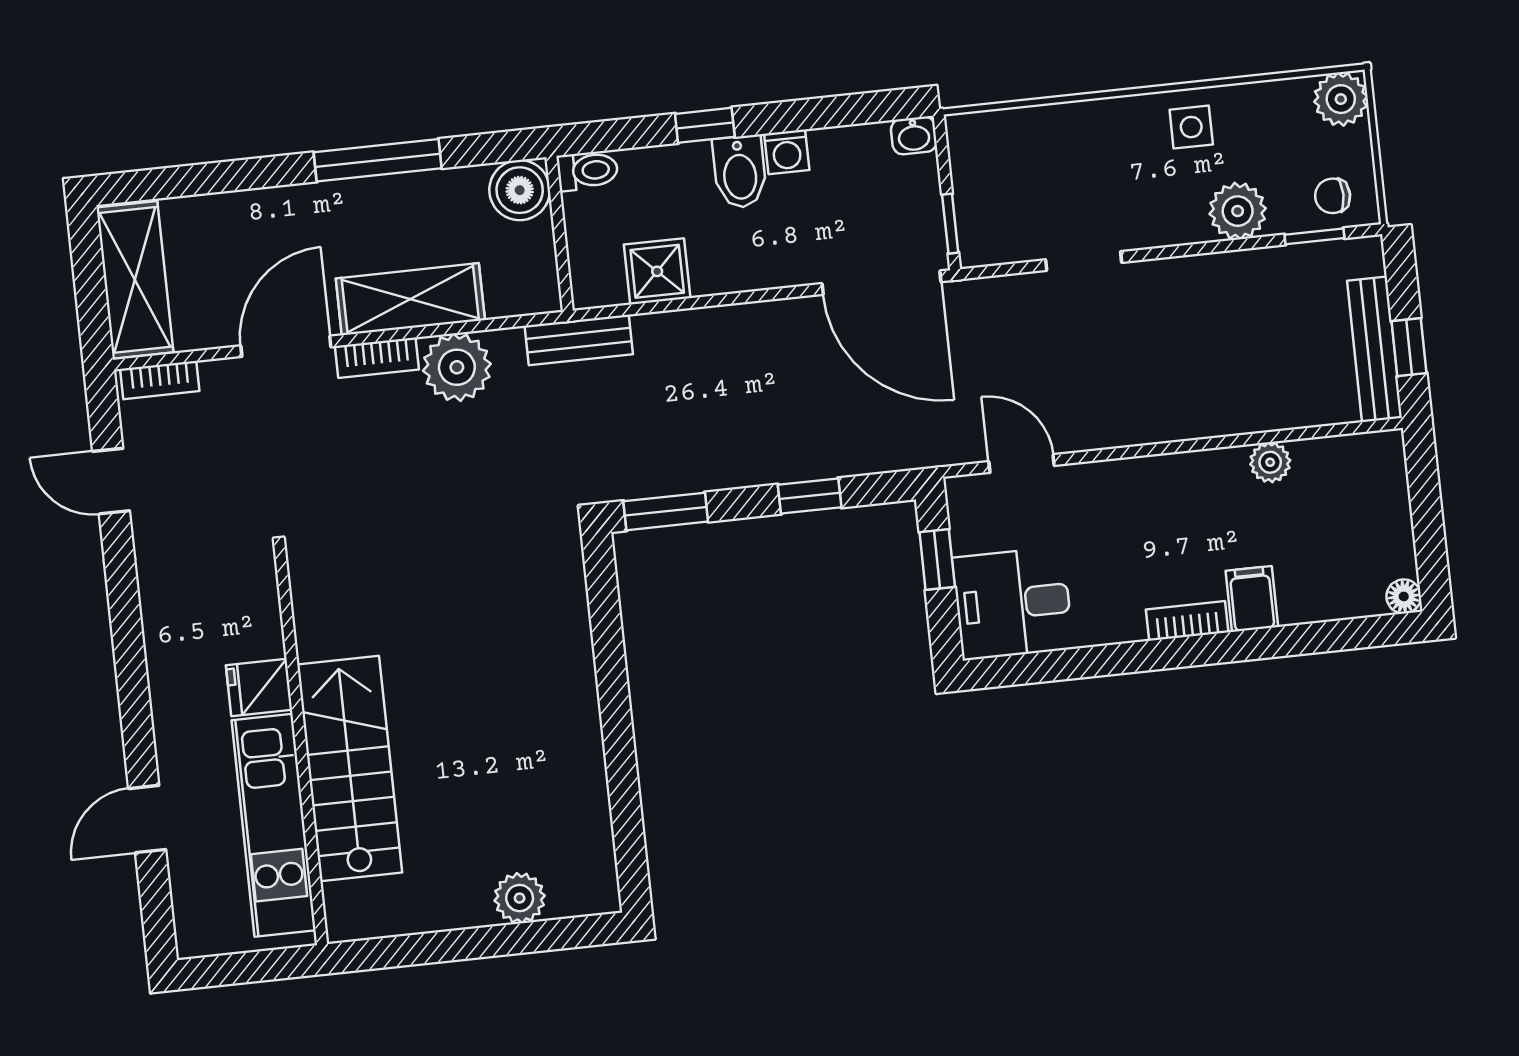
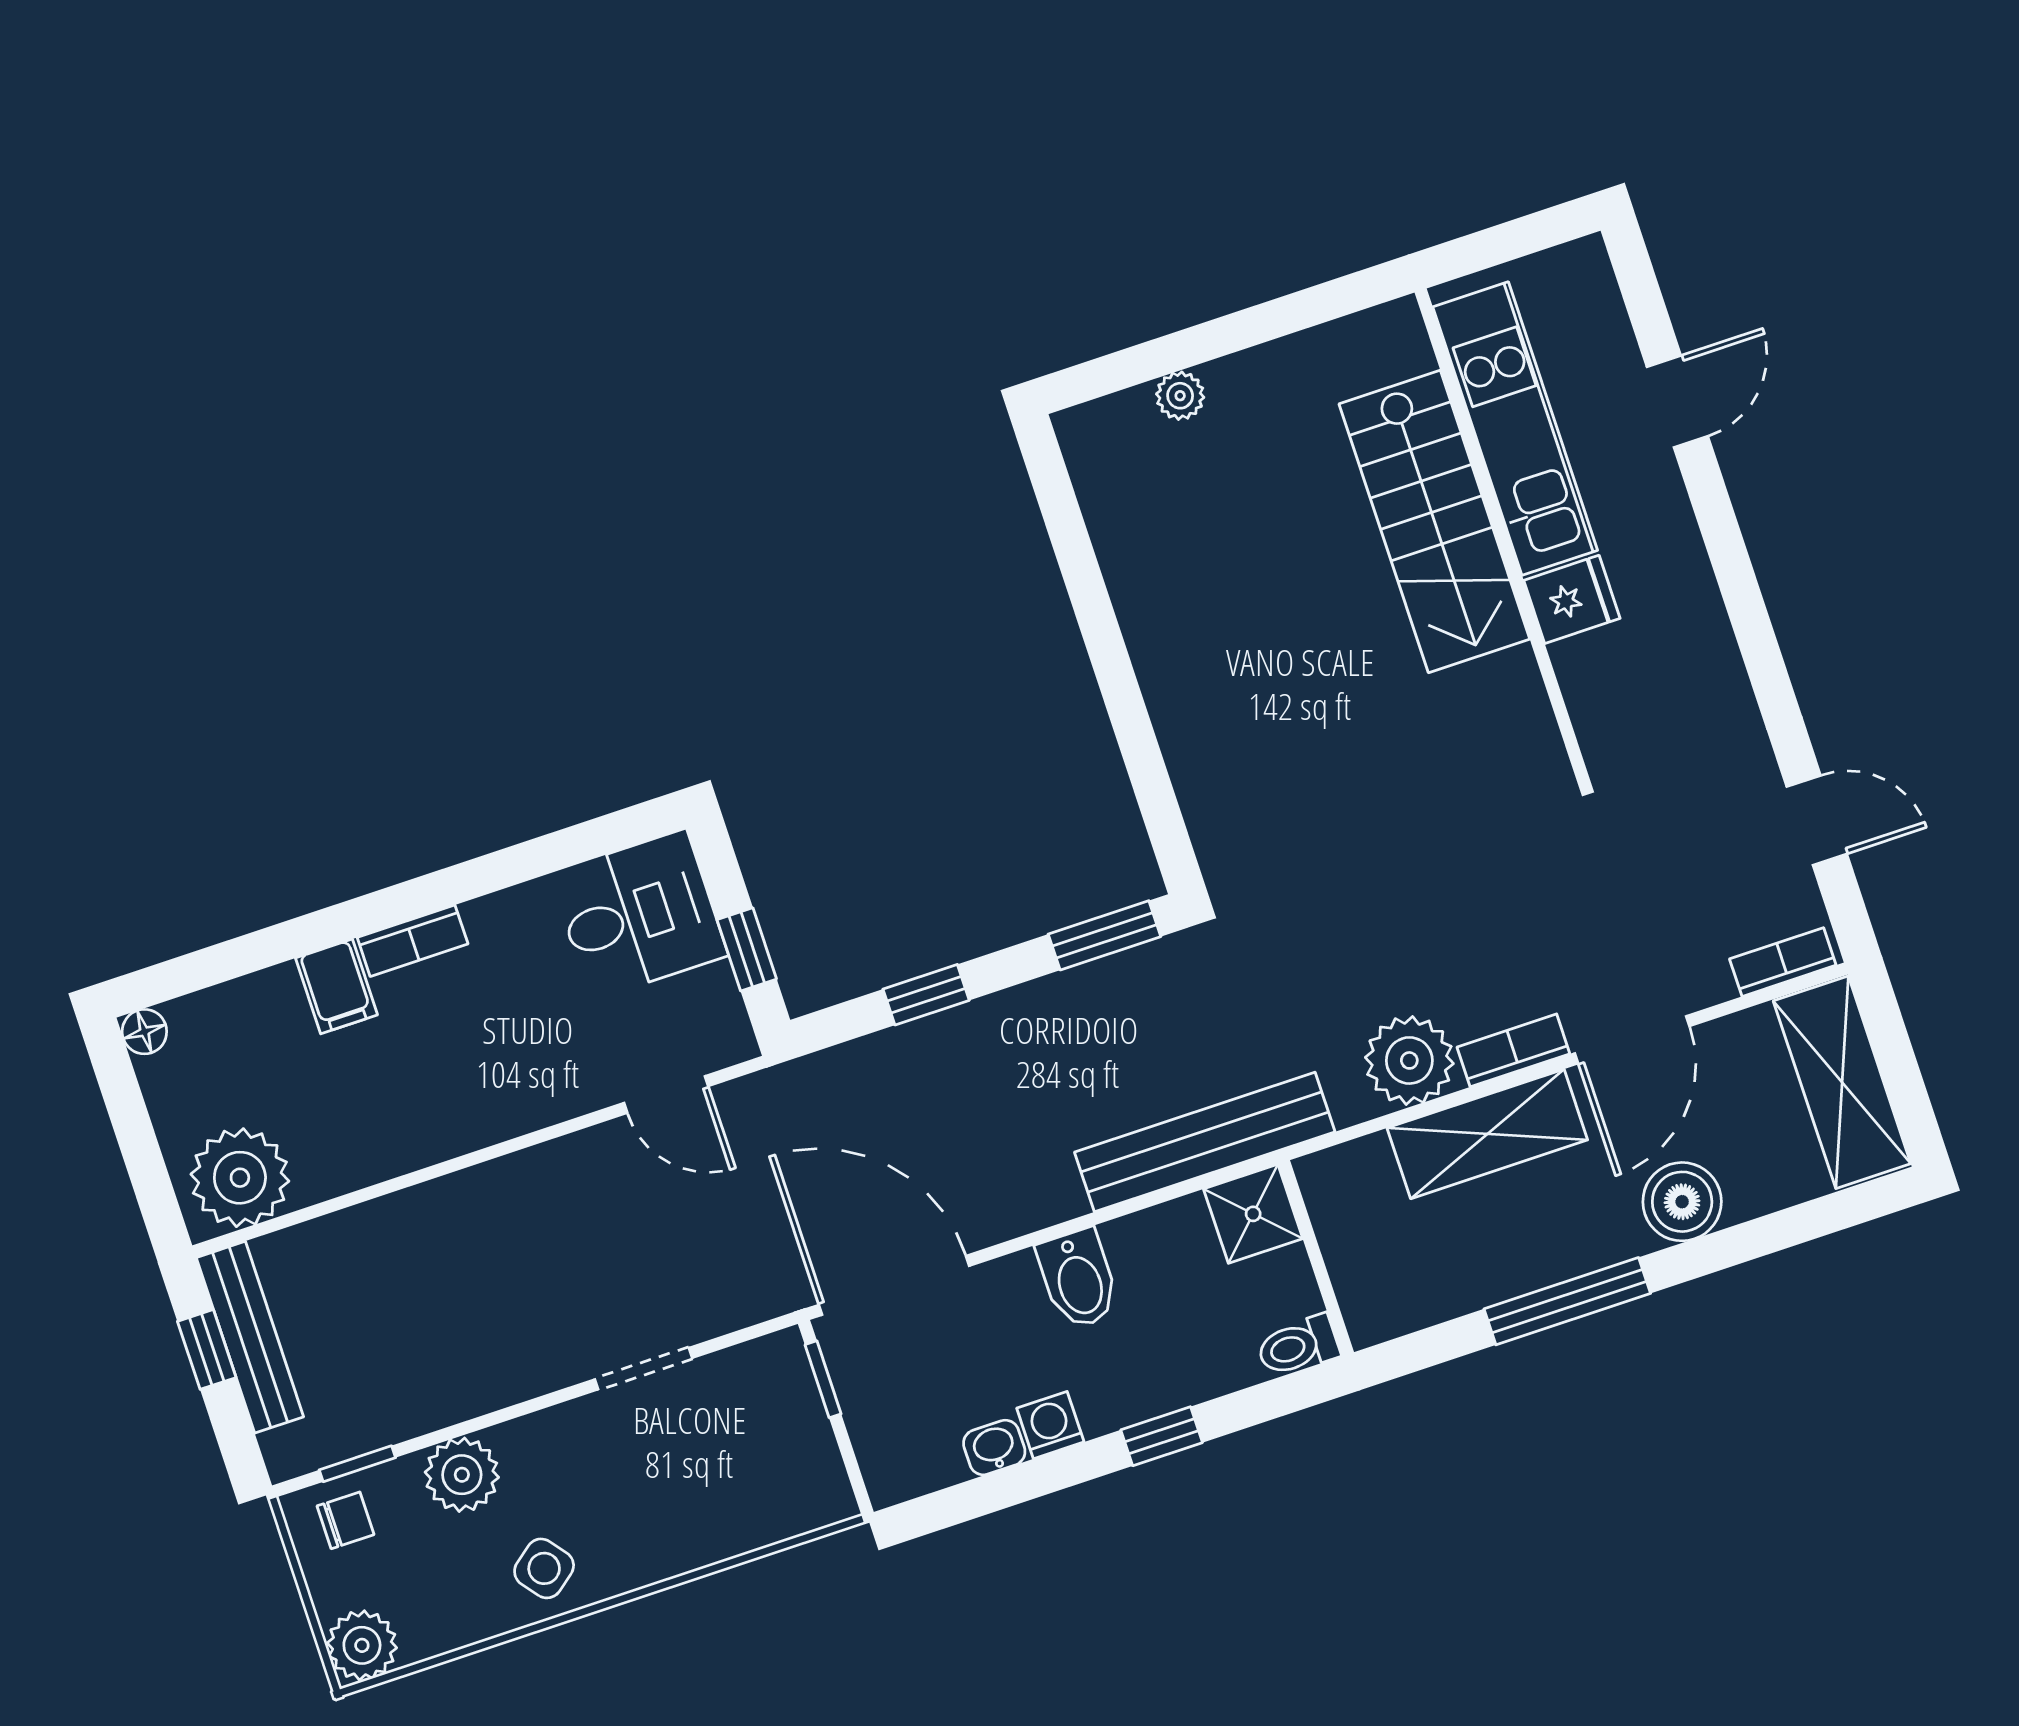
side table: (1191, 127) -> (544, 1568), turned -38
washbasin: (914, 136) -> (994, 1447), moved
bidet: (740, 172) -> (1078, 1279), moved, turned 180
boiler: (520, 190) -> (1682, 1202), moved
shower: (657, 271) -> (1253, 1214), moved
bench: (579, 340) -> (1205, 1142), width x1.86, depth x1.21
plant: (1270, 462) -> (240, 1178), moved, width x1.88, depth x1.88
plant: (520, 898) -> (1180, 396), width x0.73, depth x0.73

